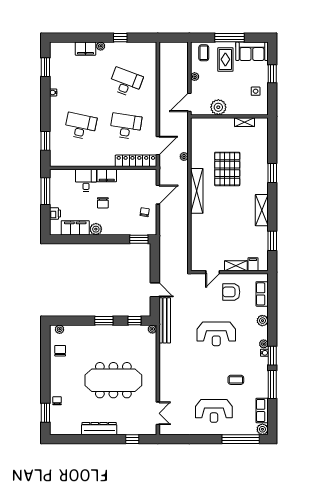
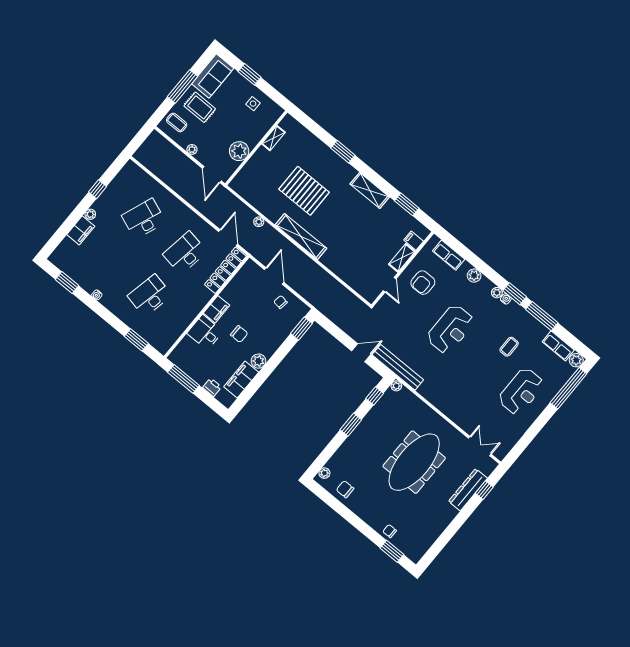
dresser: (99, 429) -> (468, 490), moved

